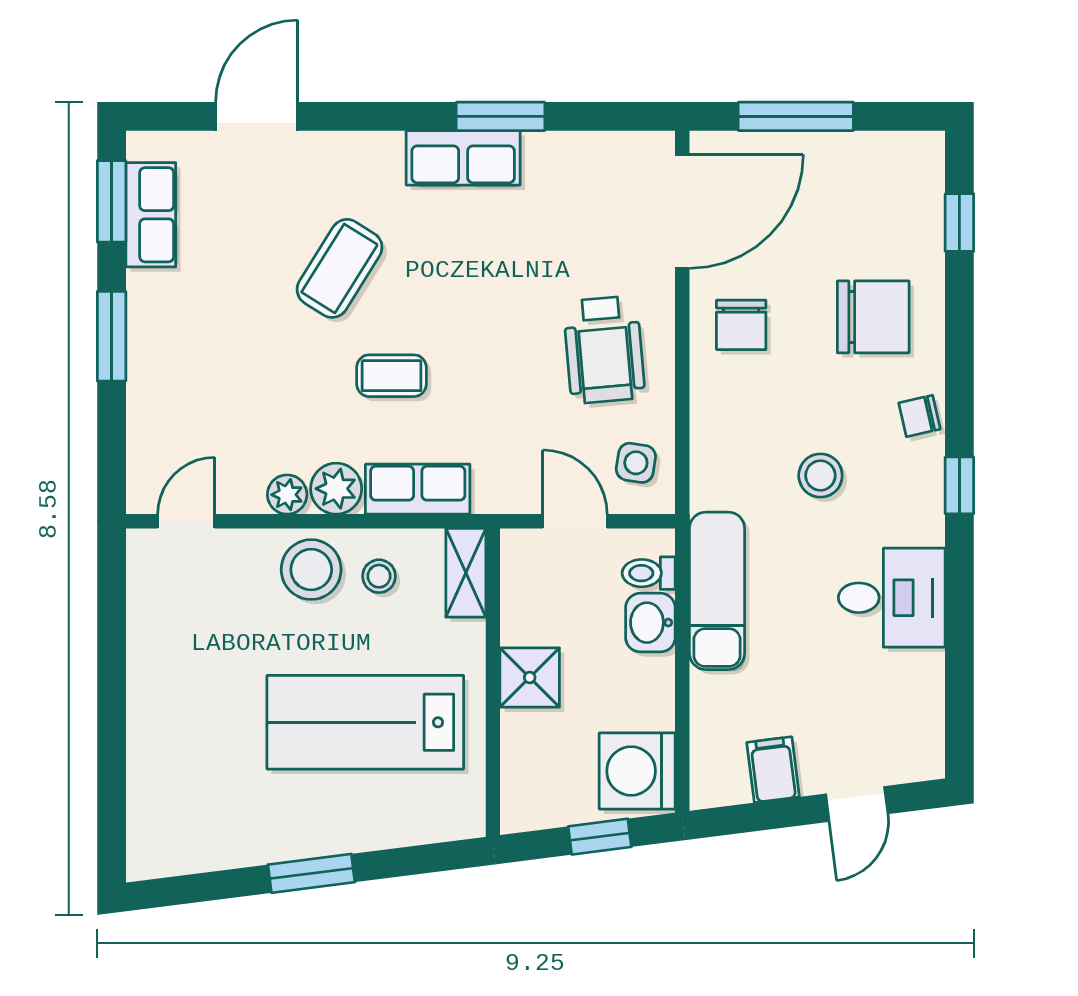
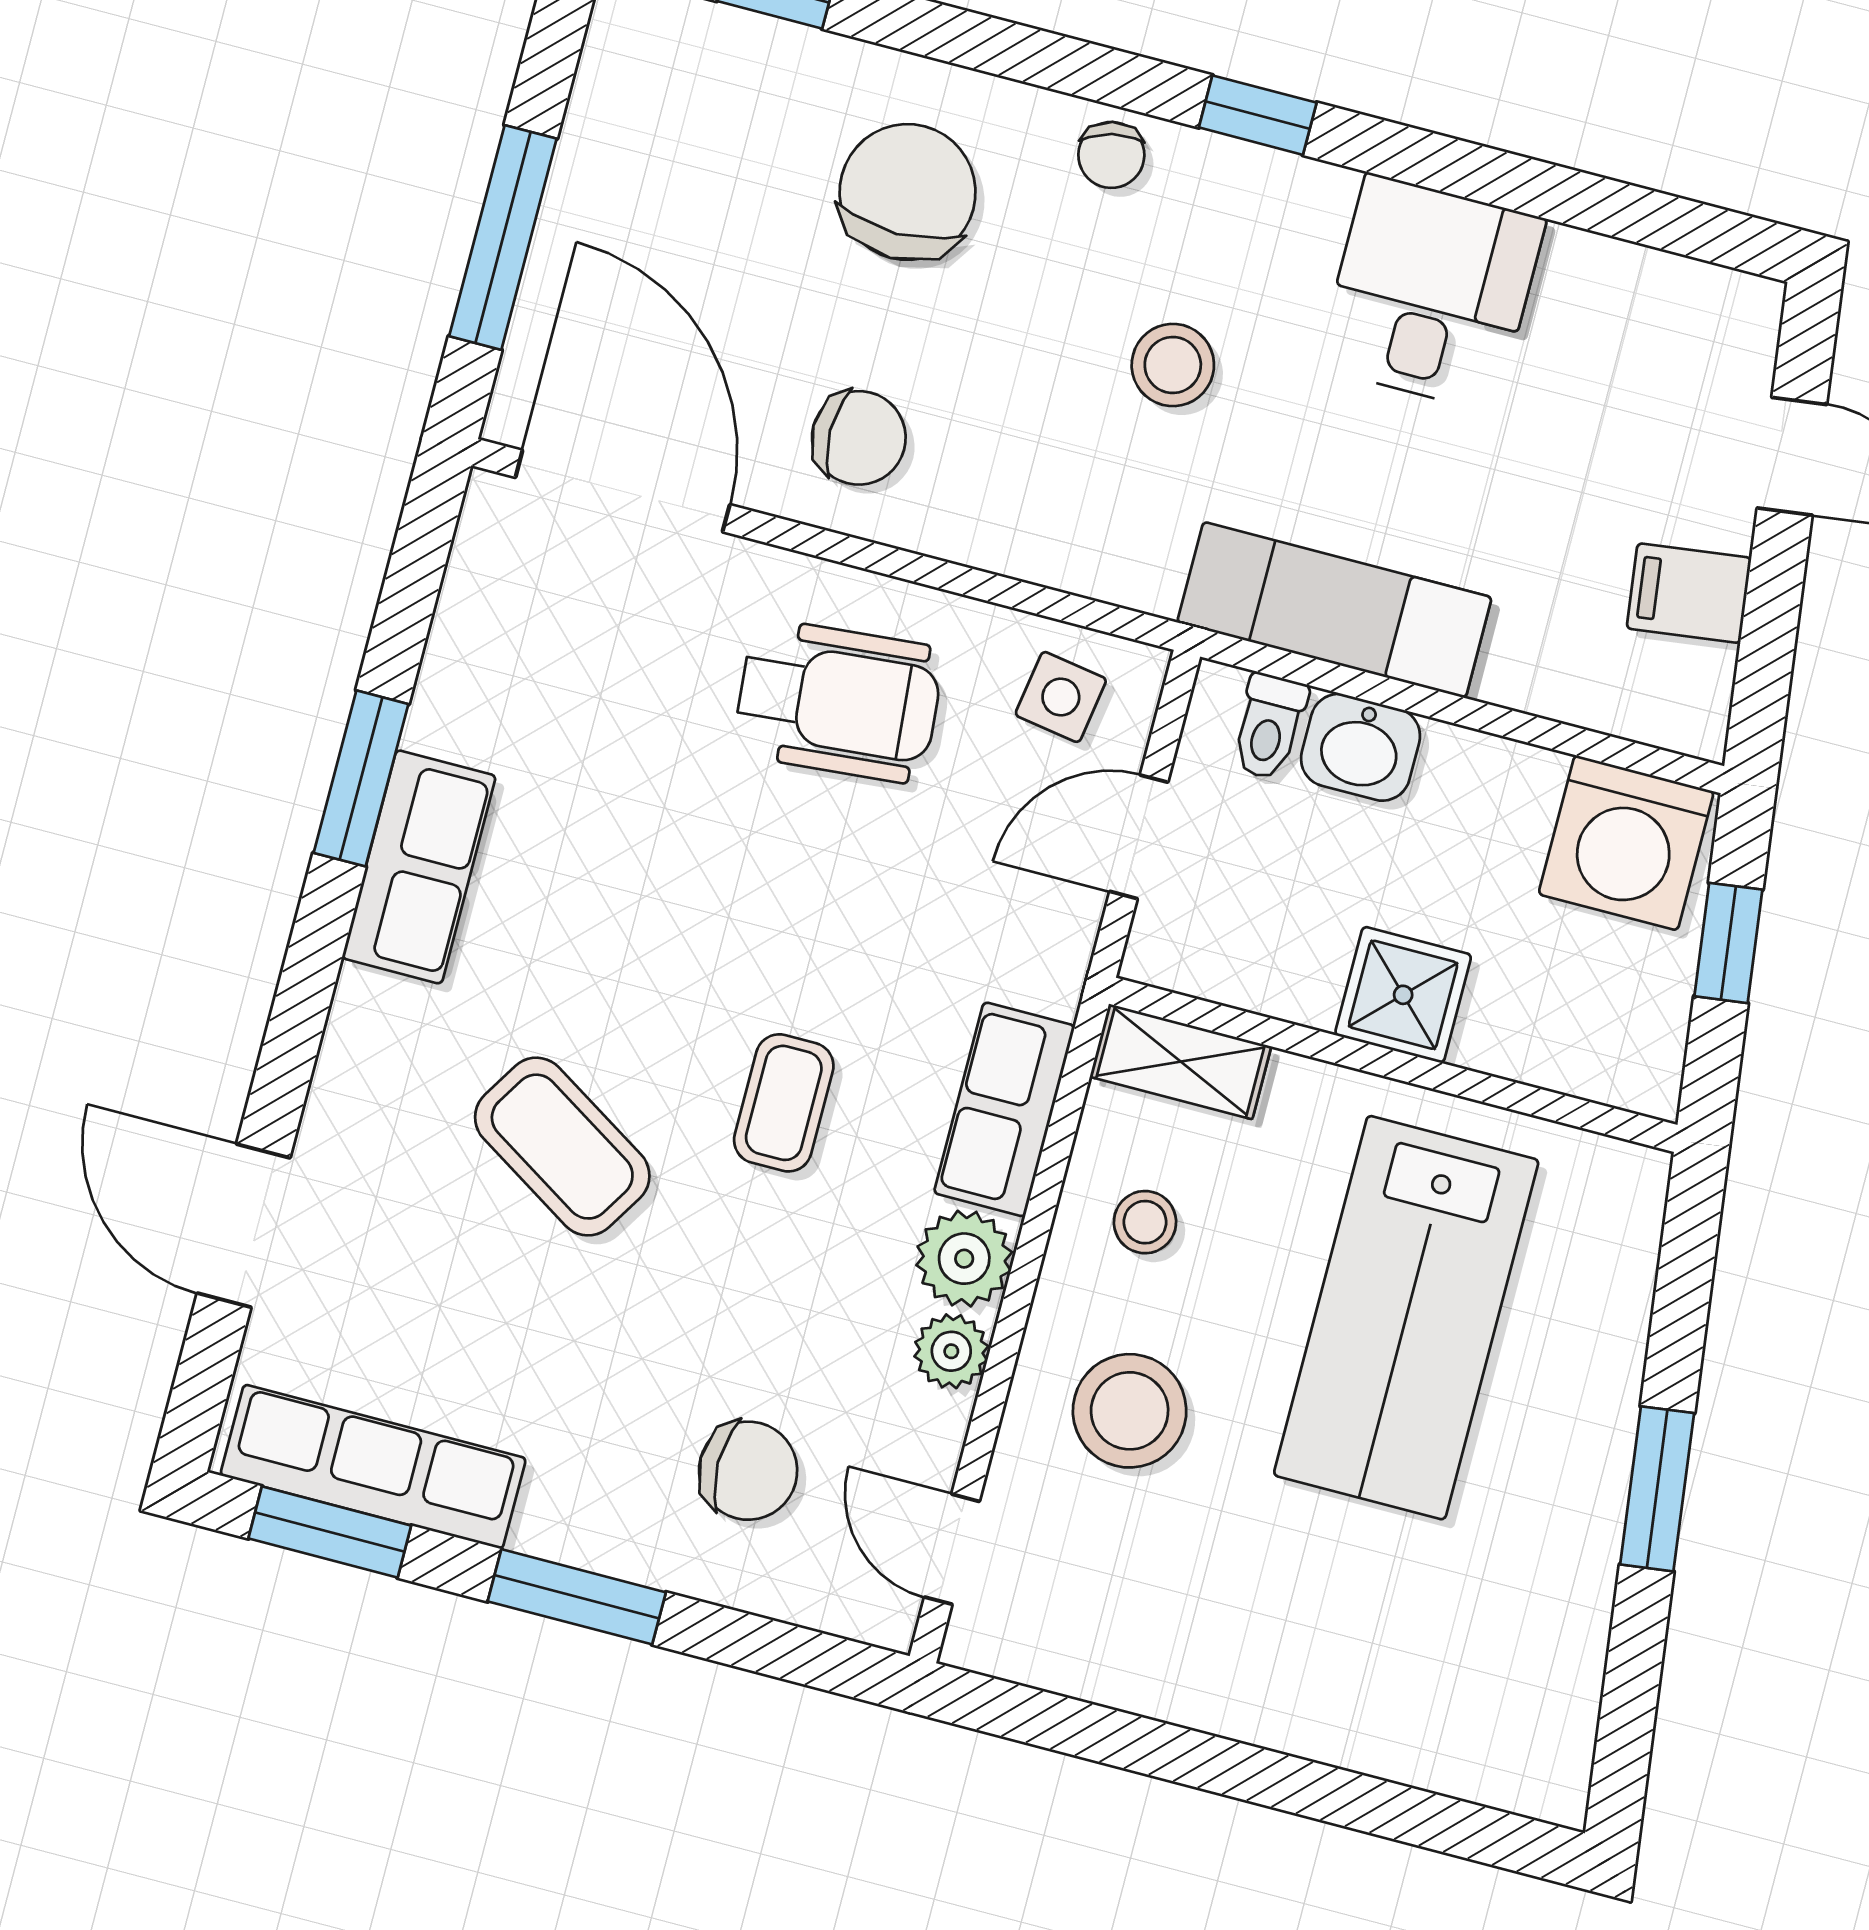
row of seats: (151, 215) -> (373, 1467), width x1.48
chair: (199, 407) -> (748, 1471), added
stool: (311, 570) -> (1130, 1411), moved

